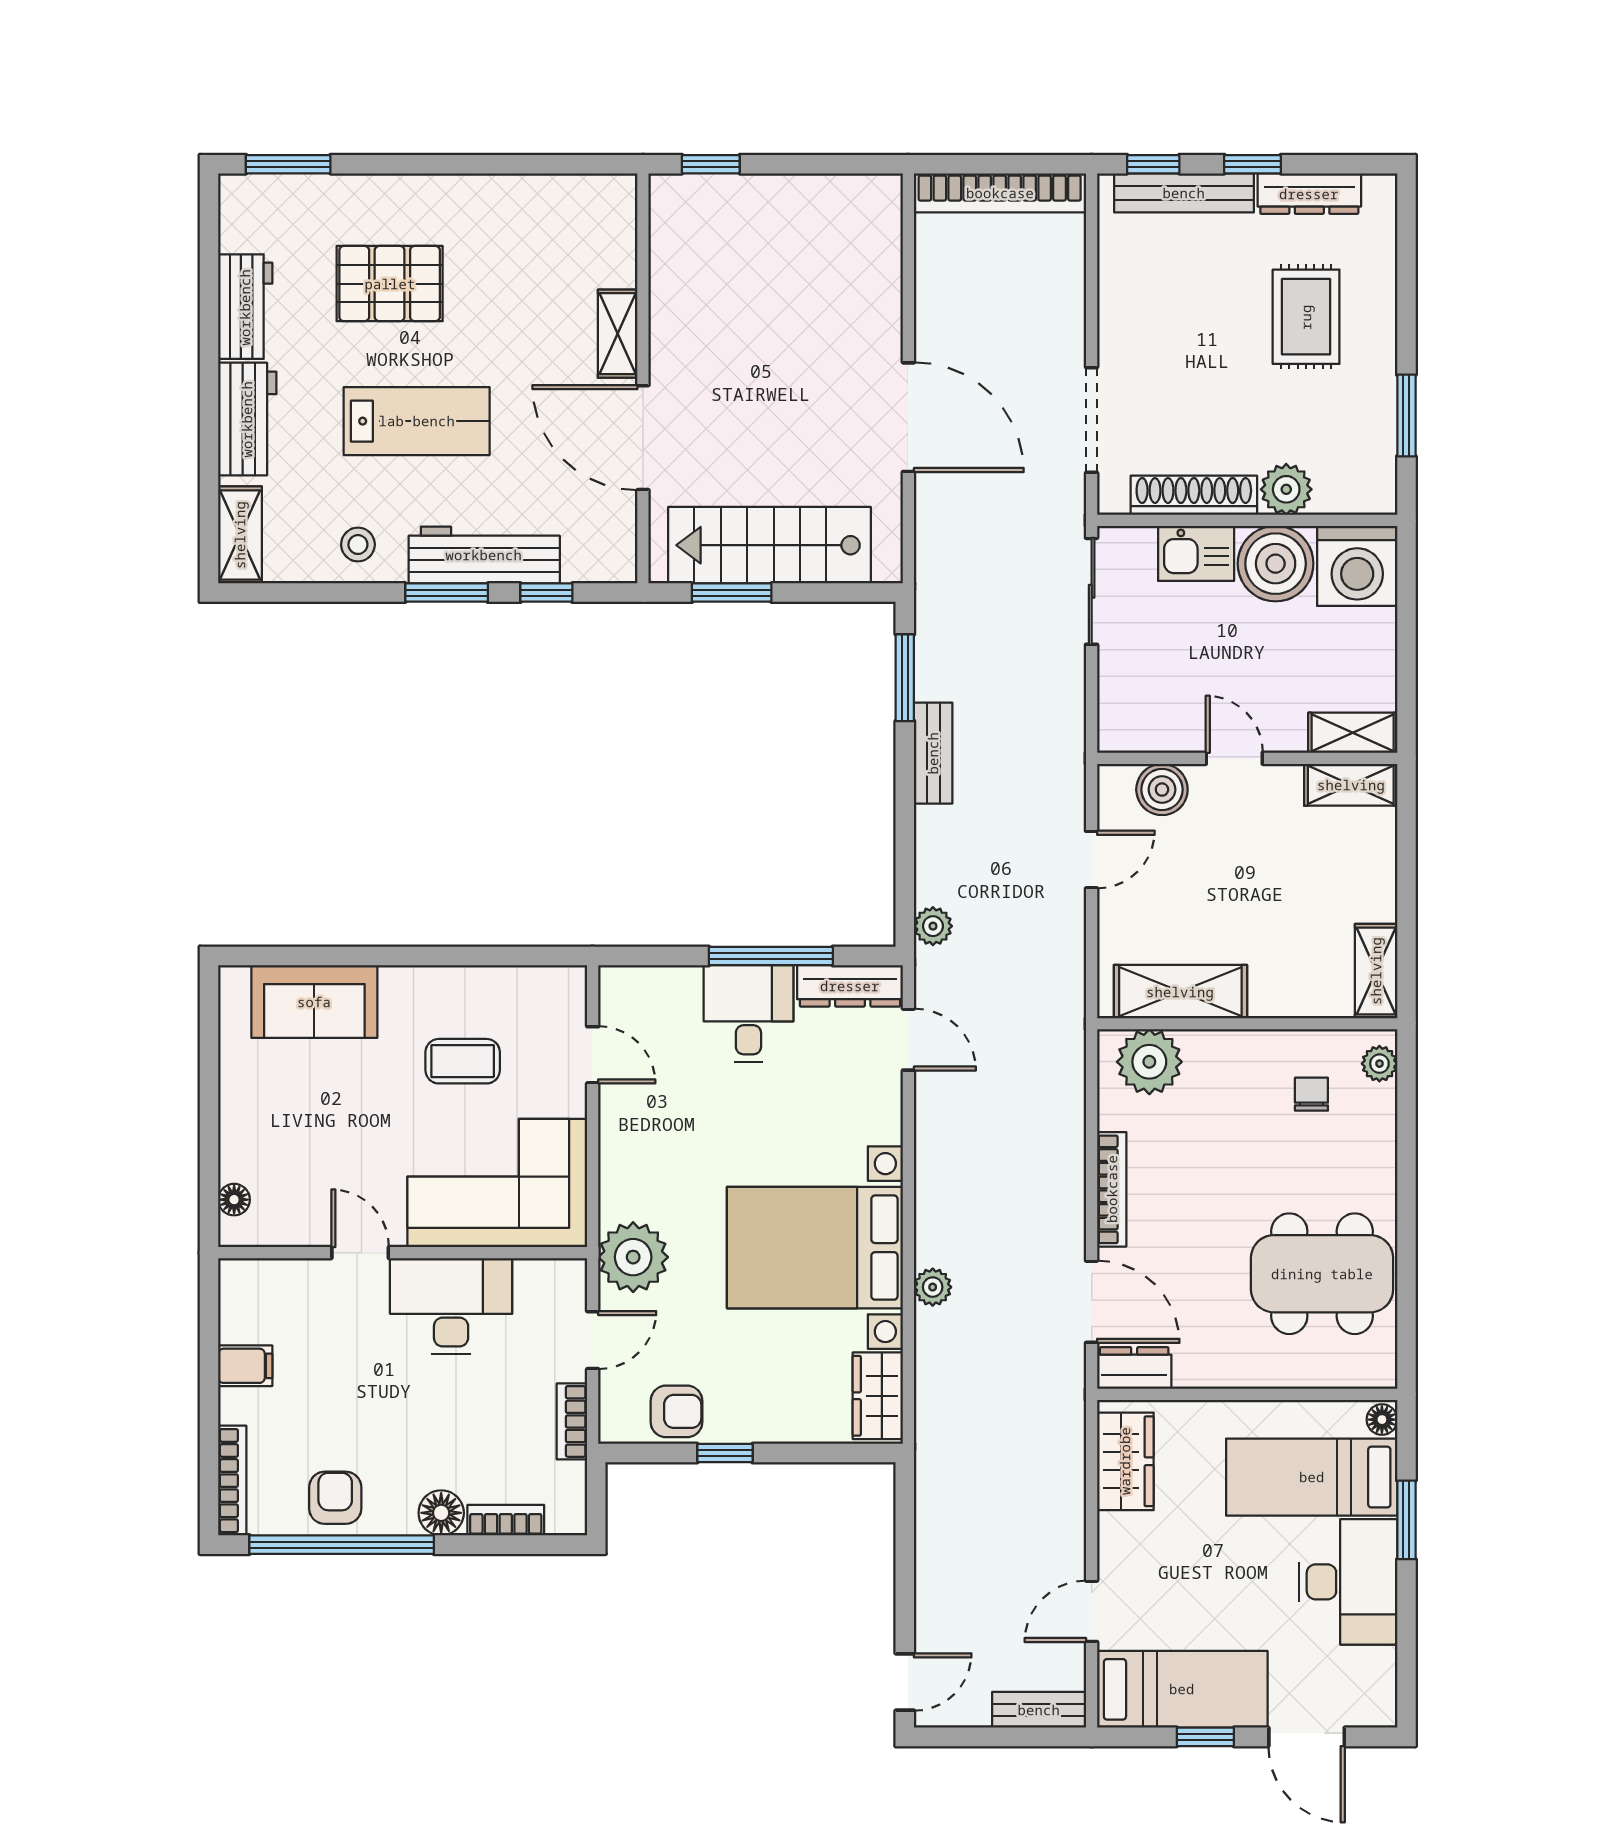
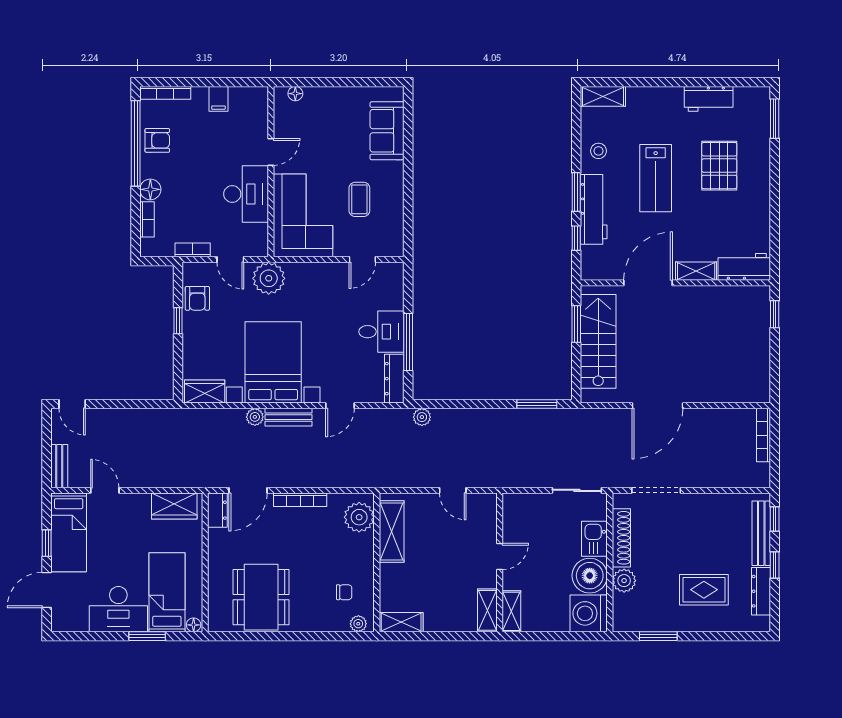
bookcase: (1000, 193) -> (763, 435), width x0.68, depth x0.76
workbench: (247, 419) -> (744, 267), moved, turned 180
bench: (933, 753) -> (289, 417), moved
boiler: (1162, 790) -> (485, 523), removed
door: (908, 1040) -> (340, 406), moved

